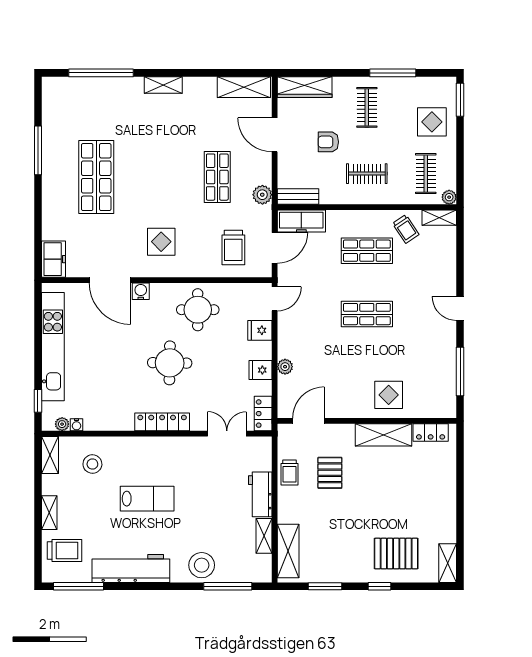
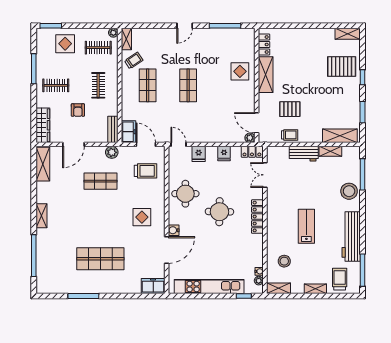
freezer: (301, 221) -> (129, 132), width x0.71
plant: (285, 367) -> (250, 138), moved
pallet: (396, 554) -> (342, 67), turned 90

